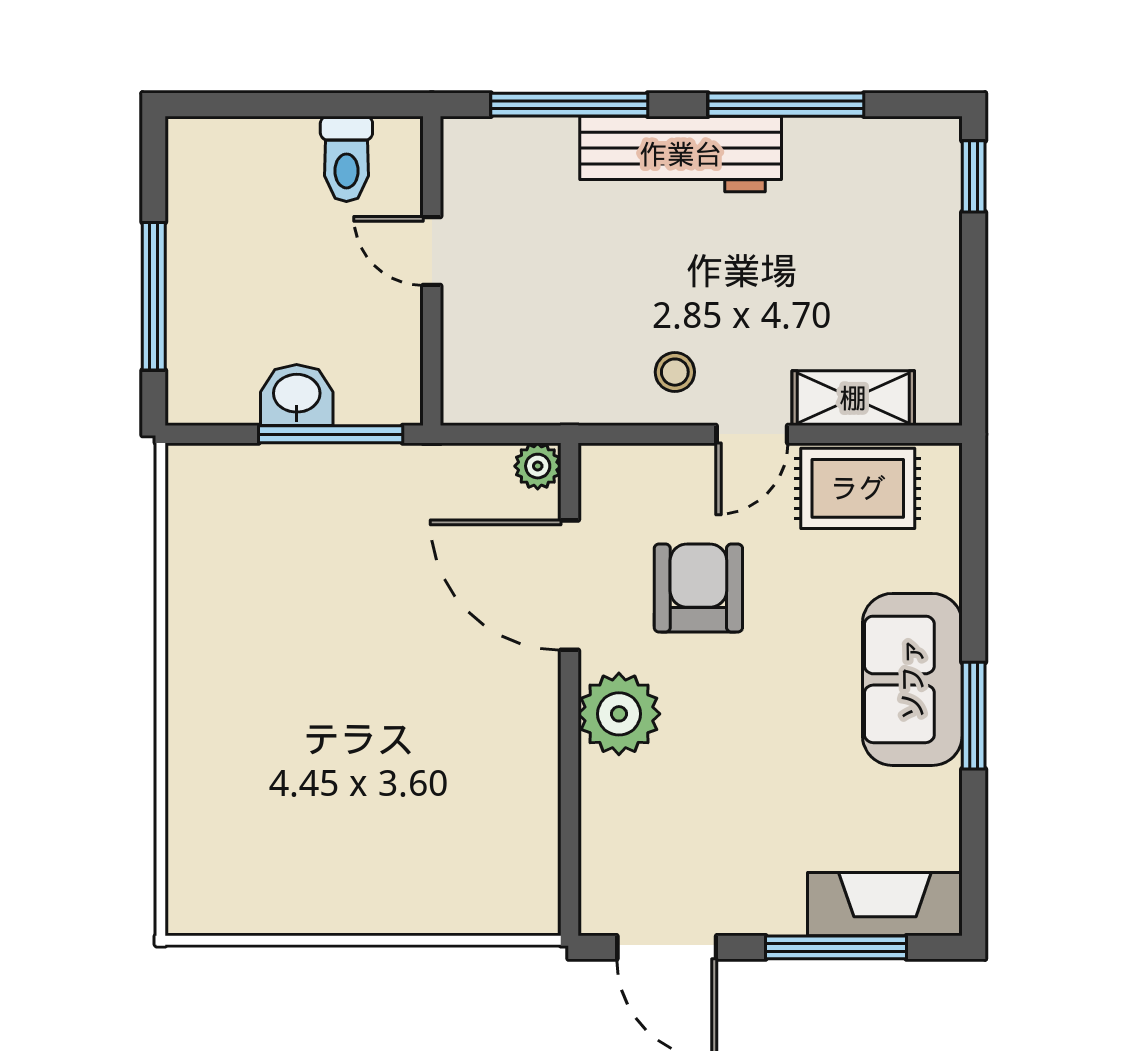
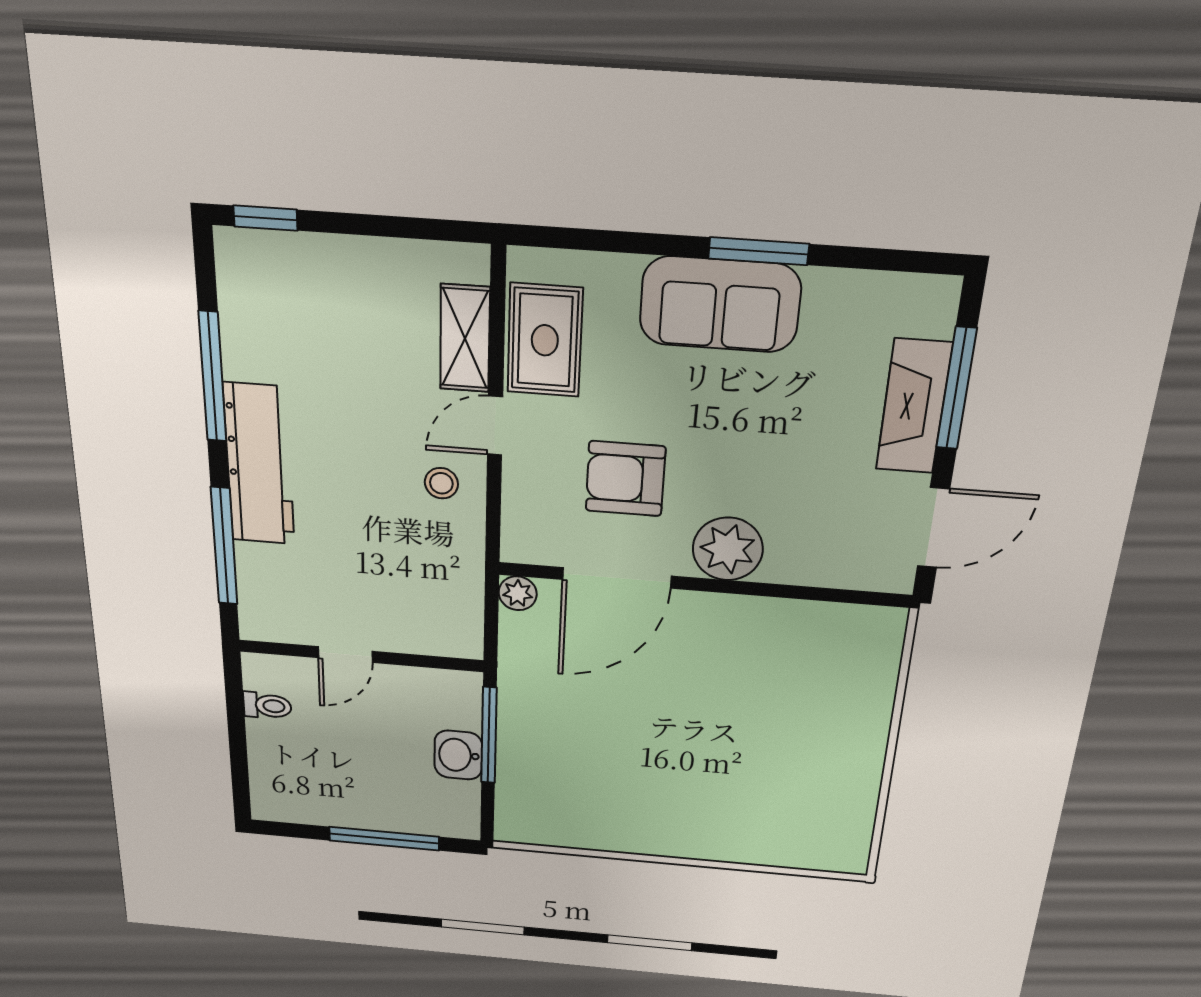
toilet: (346, 159) -> (267, 706), width x0.73, depth x0.72
door: (752, 434) -> (495, 426), swing flipped
fireplace: (885, 904) -> (914, 407), moved

